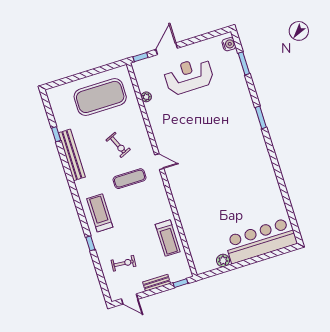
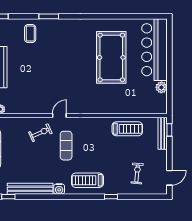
coffee table: (236, 103) -> (30, 34), added
exercise bike: (118, 145) -> (40, 133), moved
water cooler: (81, 186) -> (59, 189), added
pool table: (238, 197) -> (111, 57), added
bench: (157, 283) -> (163, 133), moved, width x1.36

